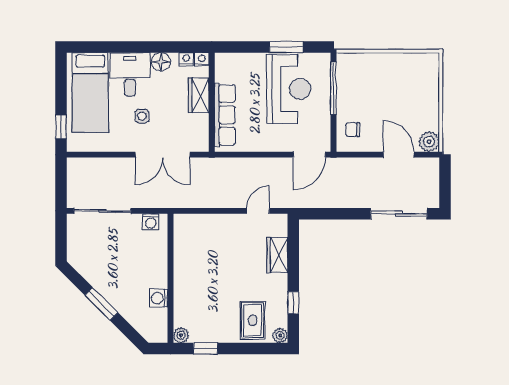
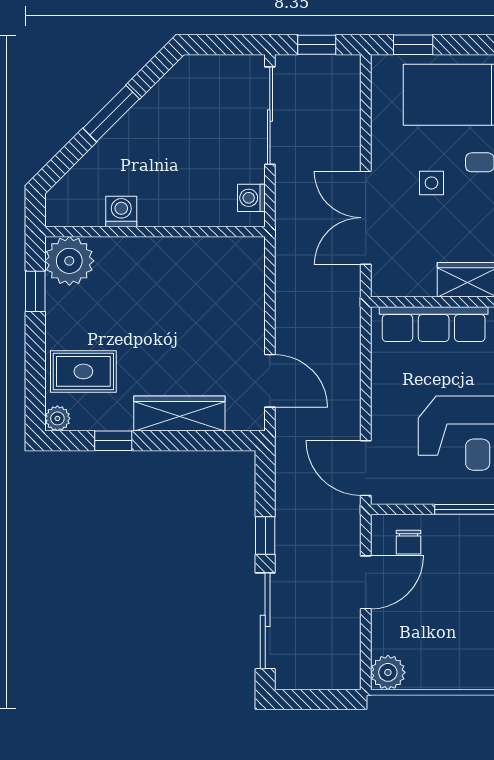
chair: (353, 130) -> (408, 542), turned 180
door: (399, 155) -> (366, 582), moved
window: (61, 183) -> (317, 45), added
door: (258, 211) -> (270, 381), width x1.38
window: (349, 214) -> (265, 536), added
wardrobe: (277, 255) -> (179, 414), width x1.50
plant: (181, 335) -> (69, 261), width x1.87, depth x1.87

